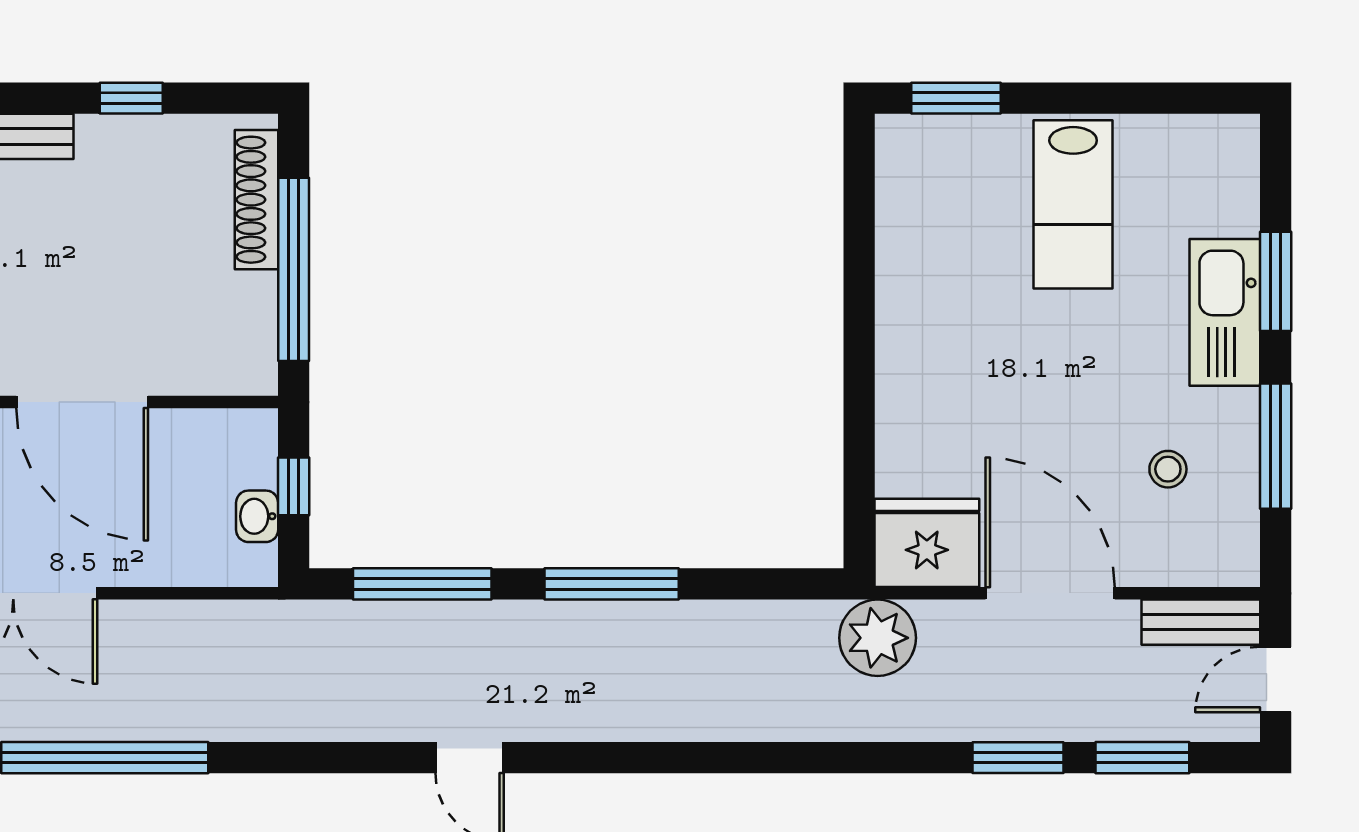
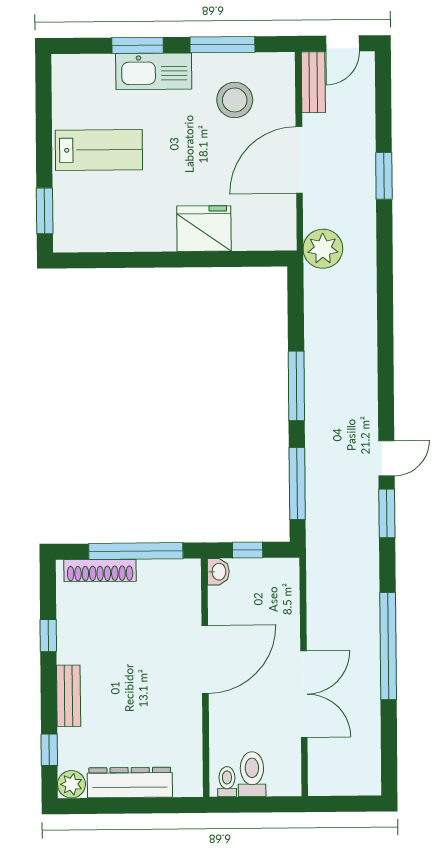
stool: (1168, 469) -> (235, 100), width x1.89, depth x1.89
washbasin: (257, 516) -> (218, 572), moved, turned -90
fridge: (927, 543) -> (204, 229), moved, turned 90
door: (1276, 679) -> (343, 44), hinge flipped
window: (1142, 758) -> (387, 513), moved

